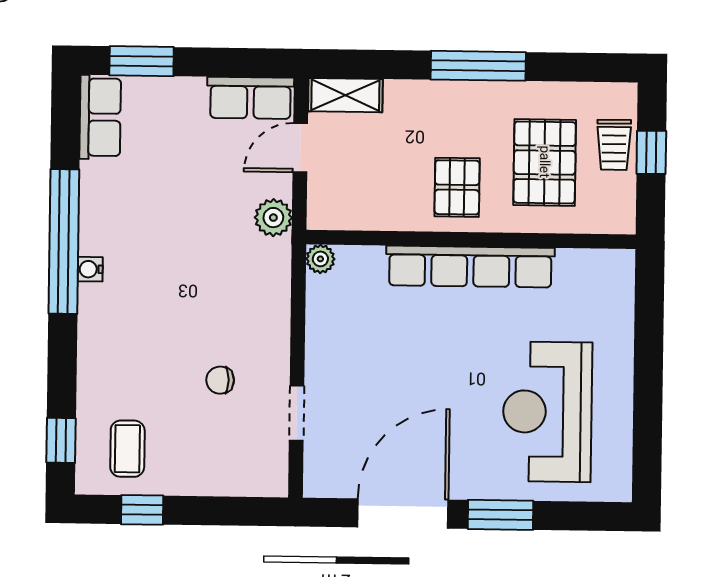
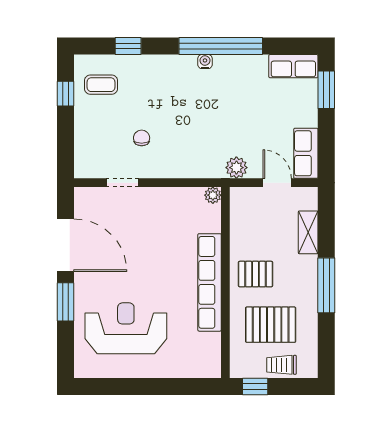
shelving: (345, 95) -> (308, 232), moved
window: (651, 152) -> (255, 387), moved
window: (61, 440) -> (128, 46), moved

